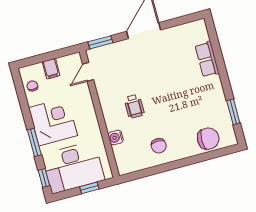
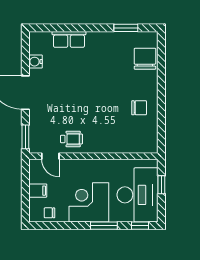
wheelchair: (134, 106) -> (71, 139), moved
water cooler: (116, 137) -> (36, 62), moved, turned 90

